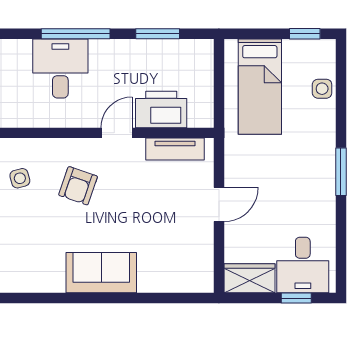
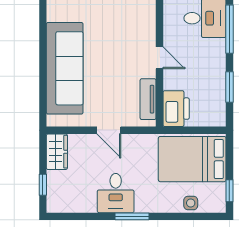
bed: (260, 87) -> (192, 159), width x1.50
printer: (161, 109) -> (176, 109), moved
armchair: (78, 186) -> (122, 31), removed
desk: (303, 265) -> (116, 193), moved, turned -90
sofa: (101, 273) -> (65, 68), width x1.85, depth x1.27

